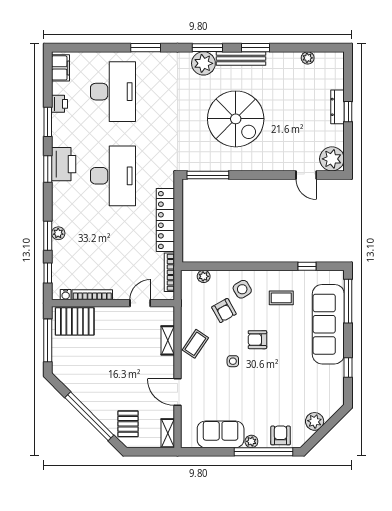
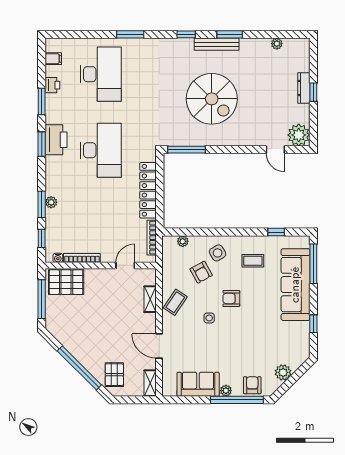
window: (207, 48) -> (186, 34), width x0.67
plant: (203, 63) -> (183, 49), removed
filing cabinet: (61, 68) -> (53, 59), width x0.50

